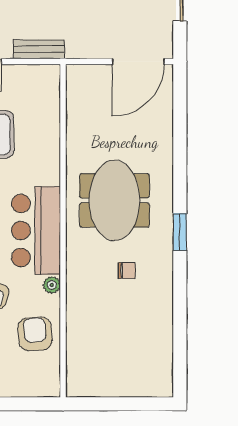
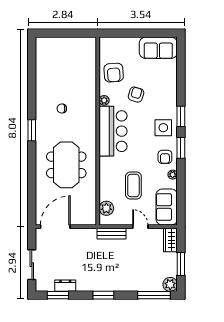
plant: (48, 94) -> (106, 208), added
meeting table: (114, 200) -> (66, 165), moved

